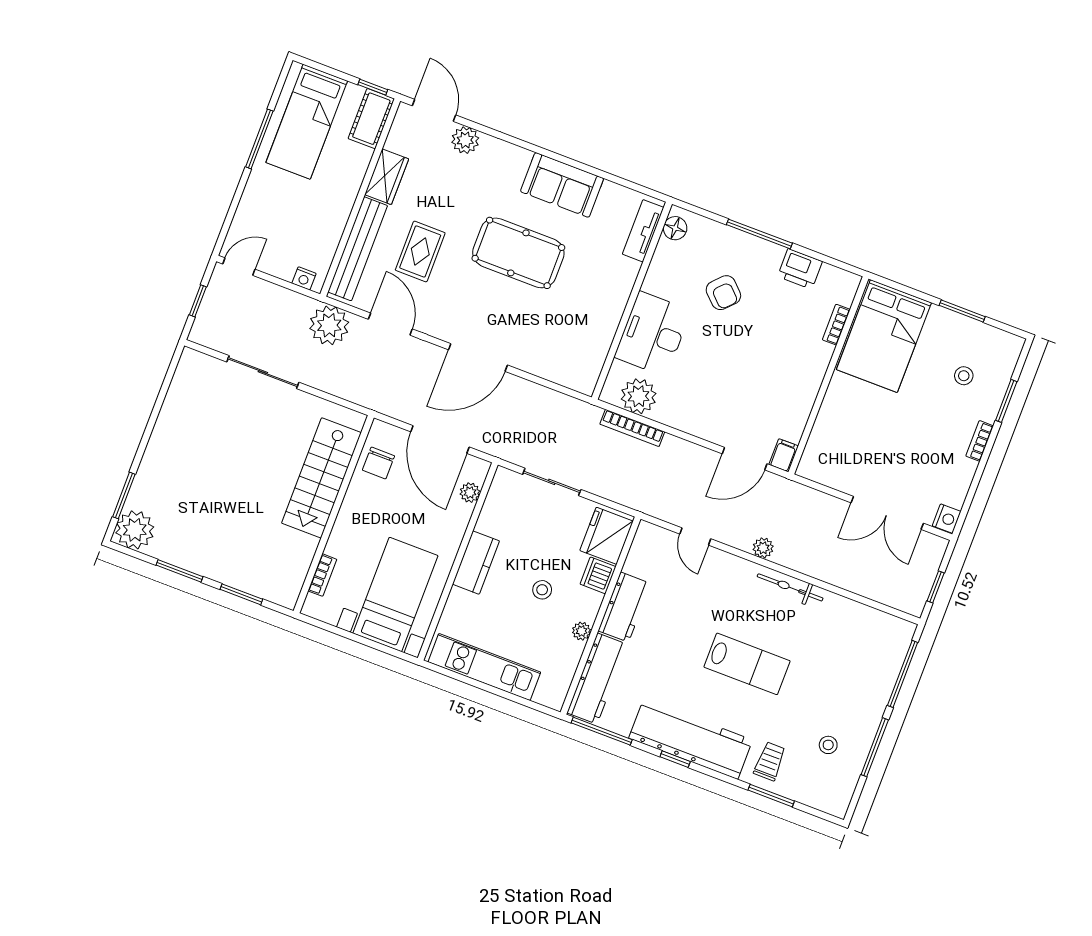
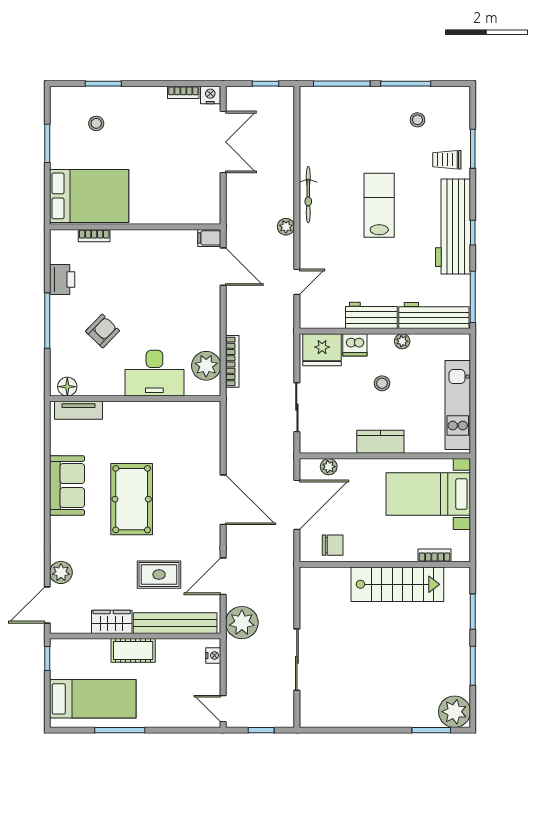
cot: (371, 119) -> (133, 650), moved
bookcase: (980, 441) -> (183, 92), moved
stairs: (321, 478) -> (397, 584), moved

